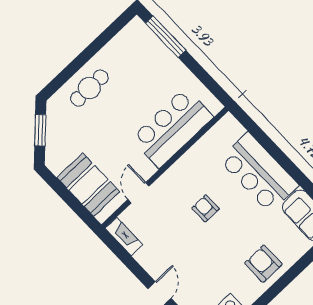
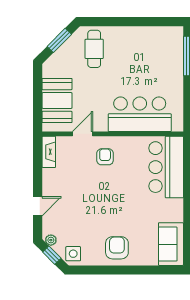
cafe table: (89, 88) -> (94, 49), moved, turned 90
bar counter: (259, 173) -> (166, 167), moved
armchair: (206, 208) -> (105, 157), moved

